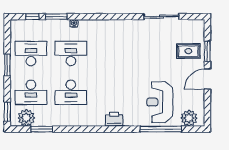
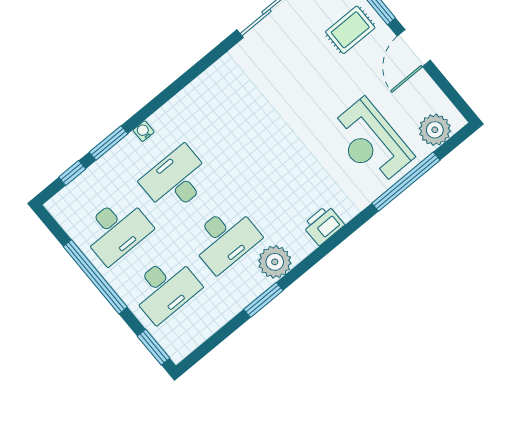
desk: (31, 53) -> (116, 230), turned 180
window: (7, 65) -> (95, 277), width x2.11
plant: (26, 118) -> (275, 262), moved
window: (42, 129) -> (263, 300), moved

